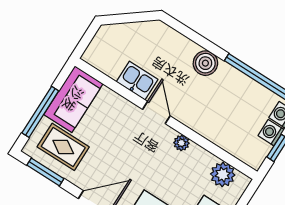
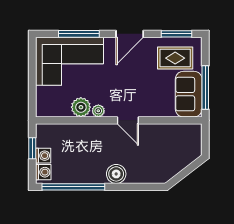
kitchen sink: (137, 81) -> (154, 133), removed
window: (40, 112) -> (205, 87), moved
plant: (223, 175) -> (81, 107), moved

